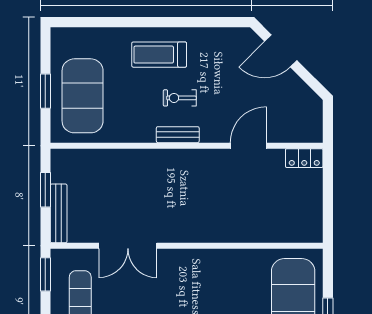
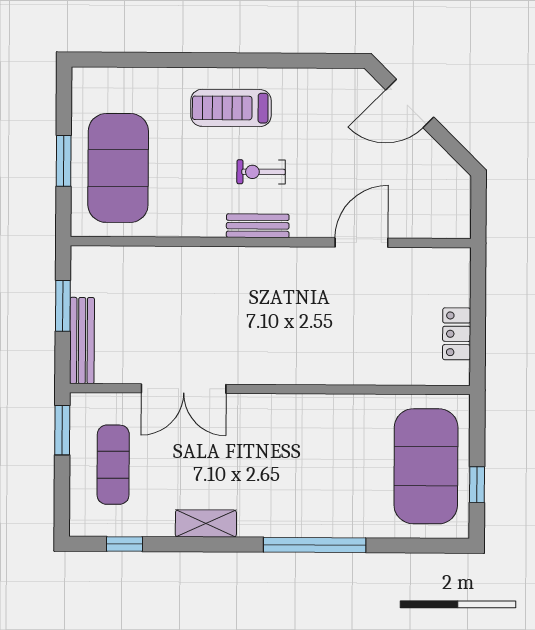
locker: (304, 158) -> (457, 334), moved, turned 90

